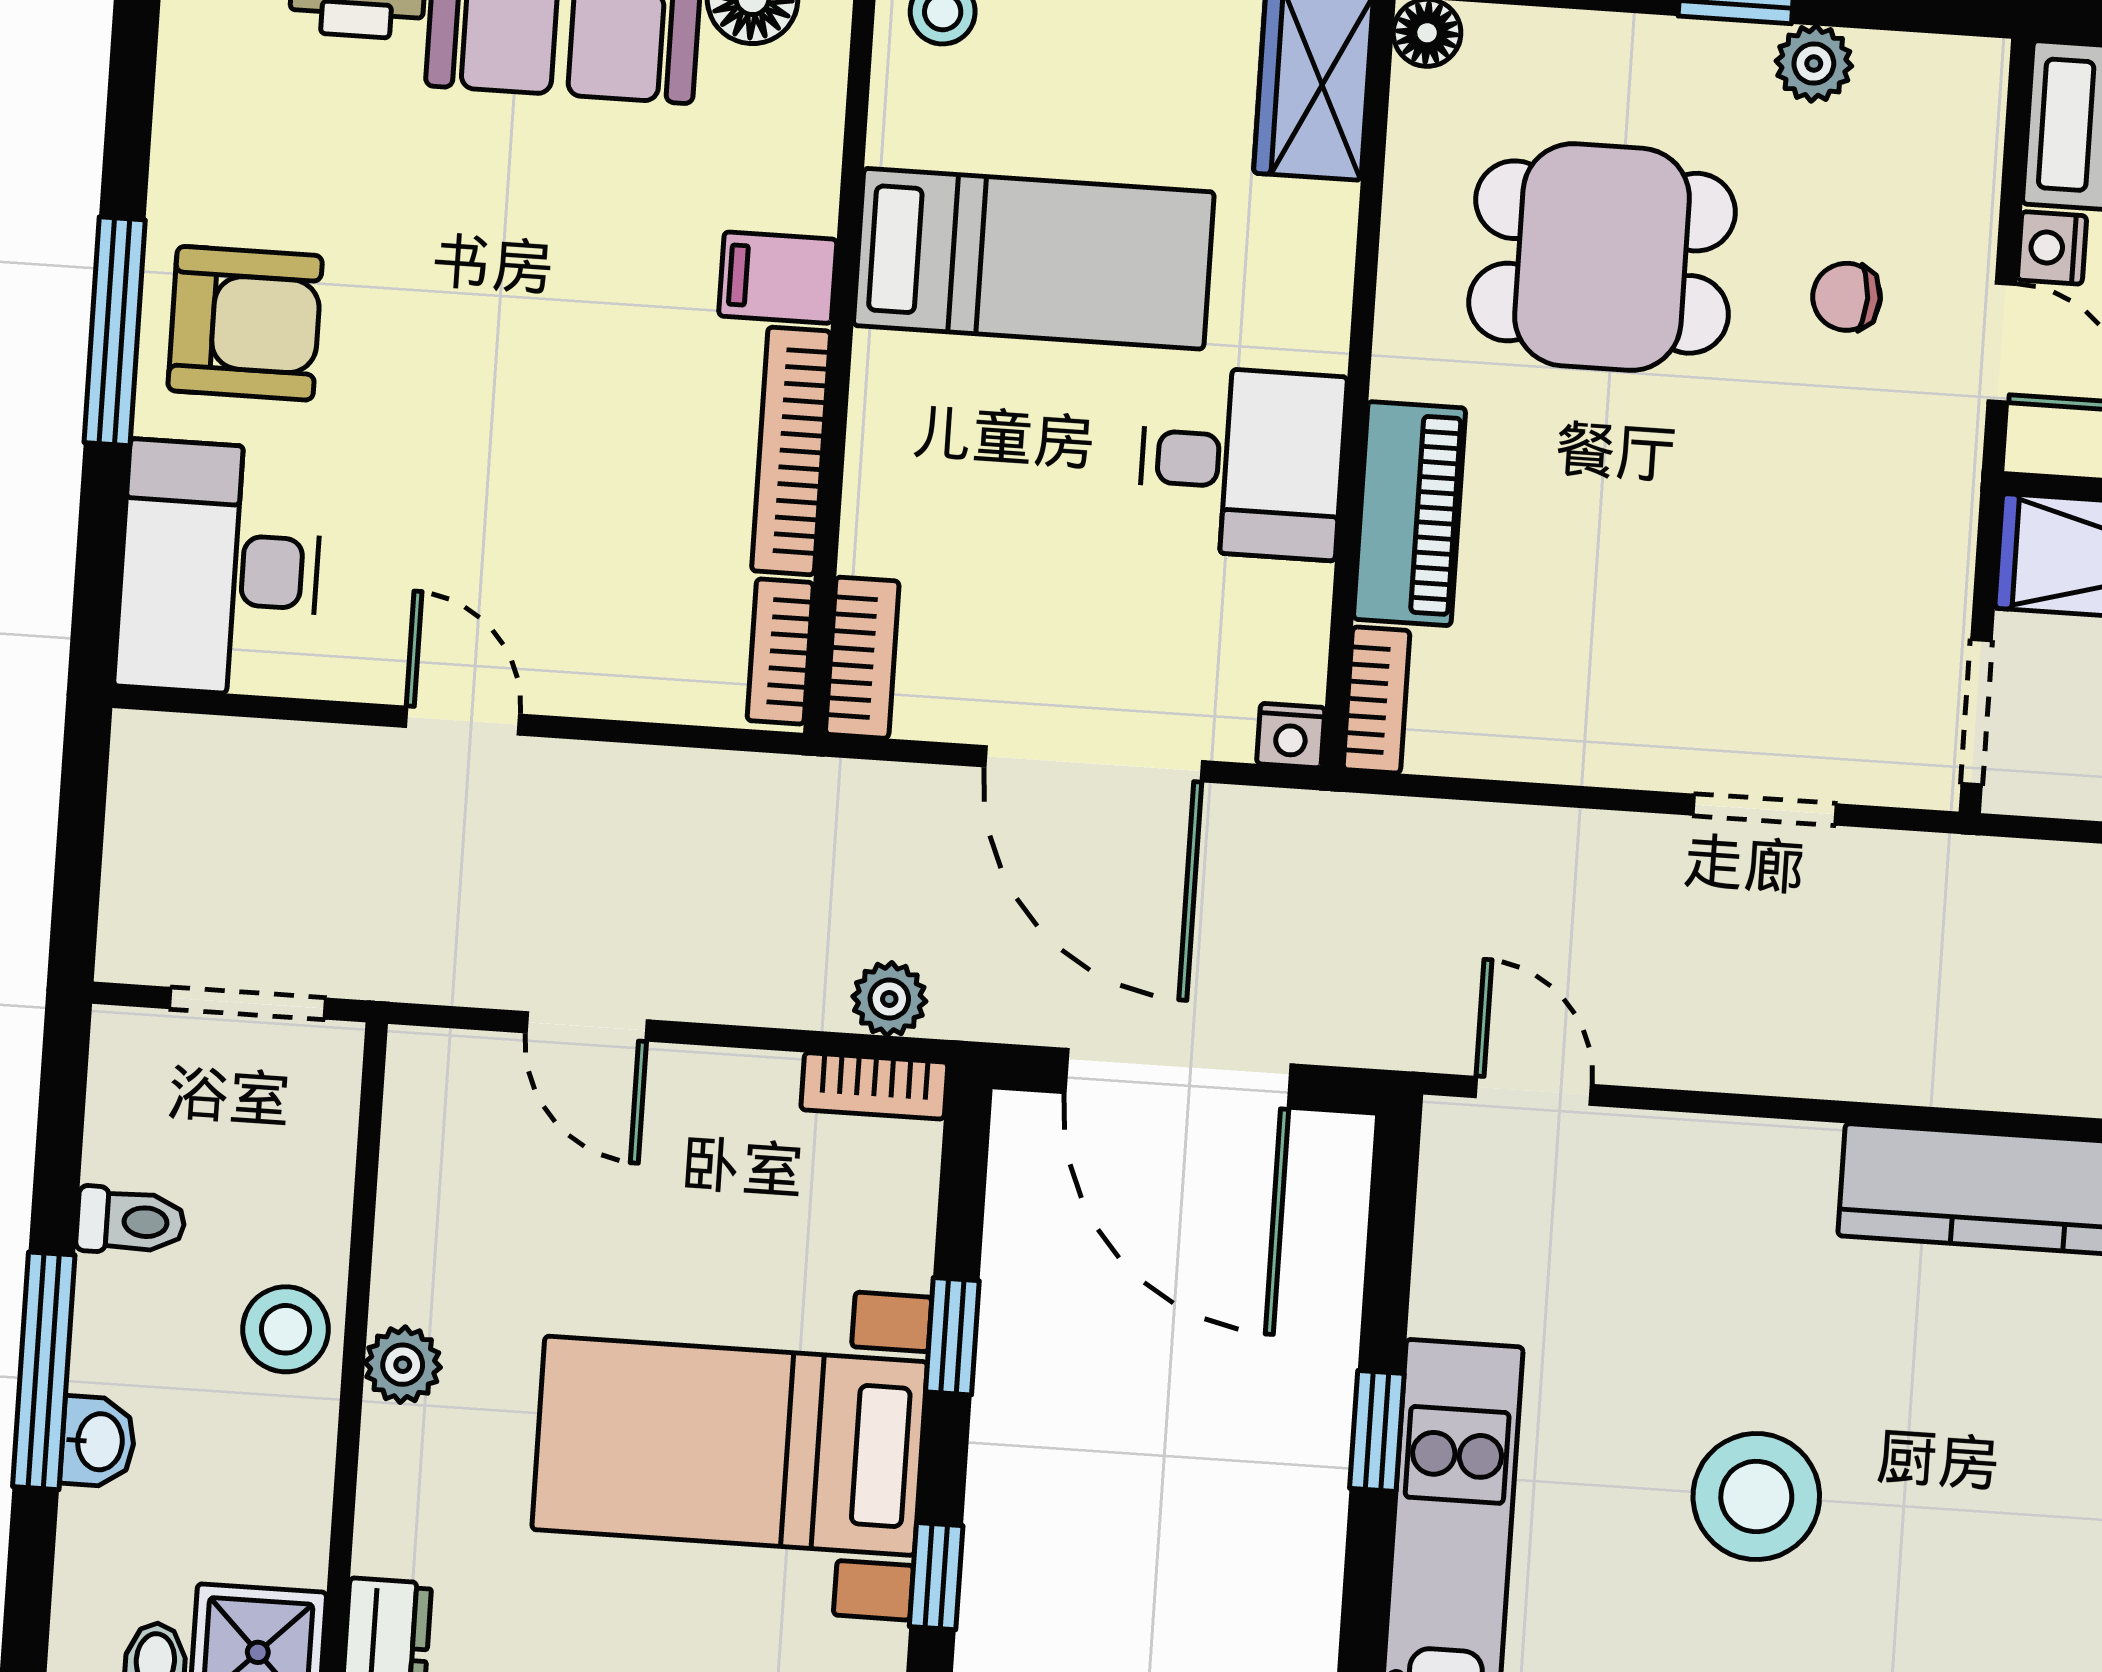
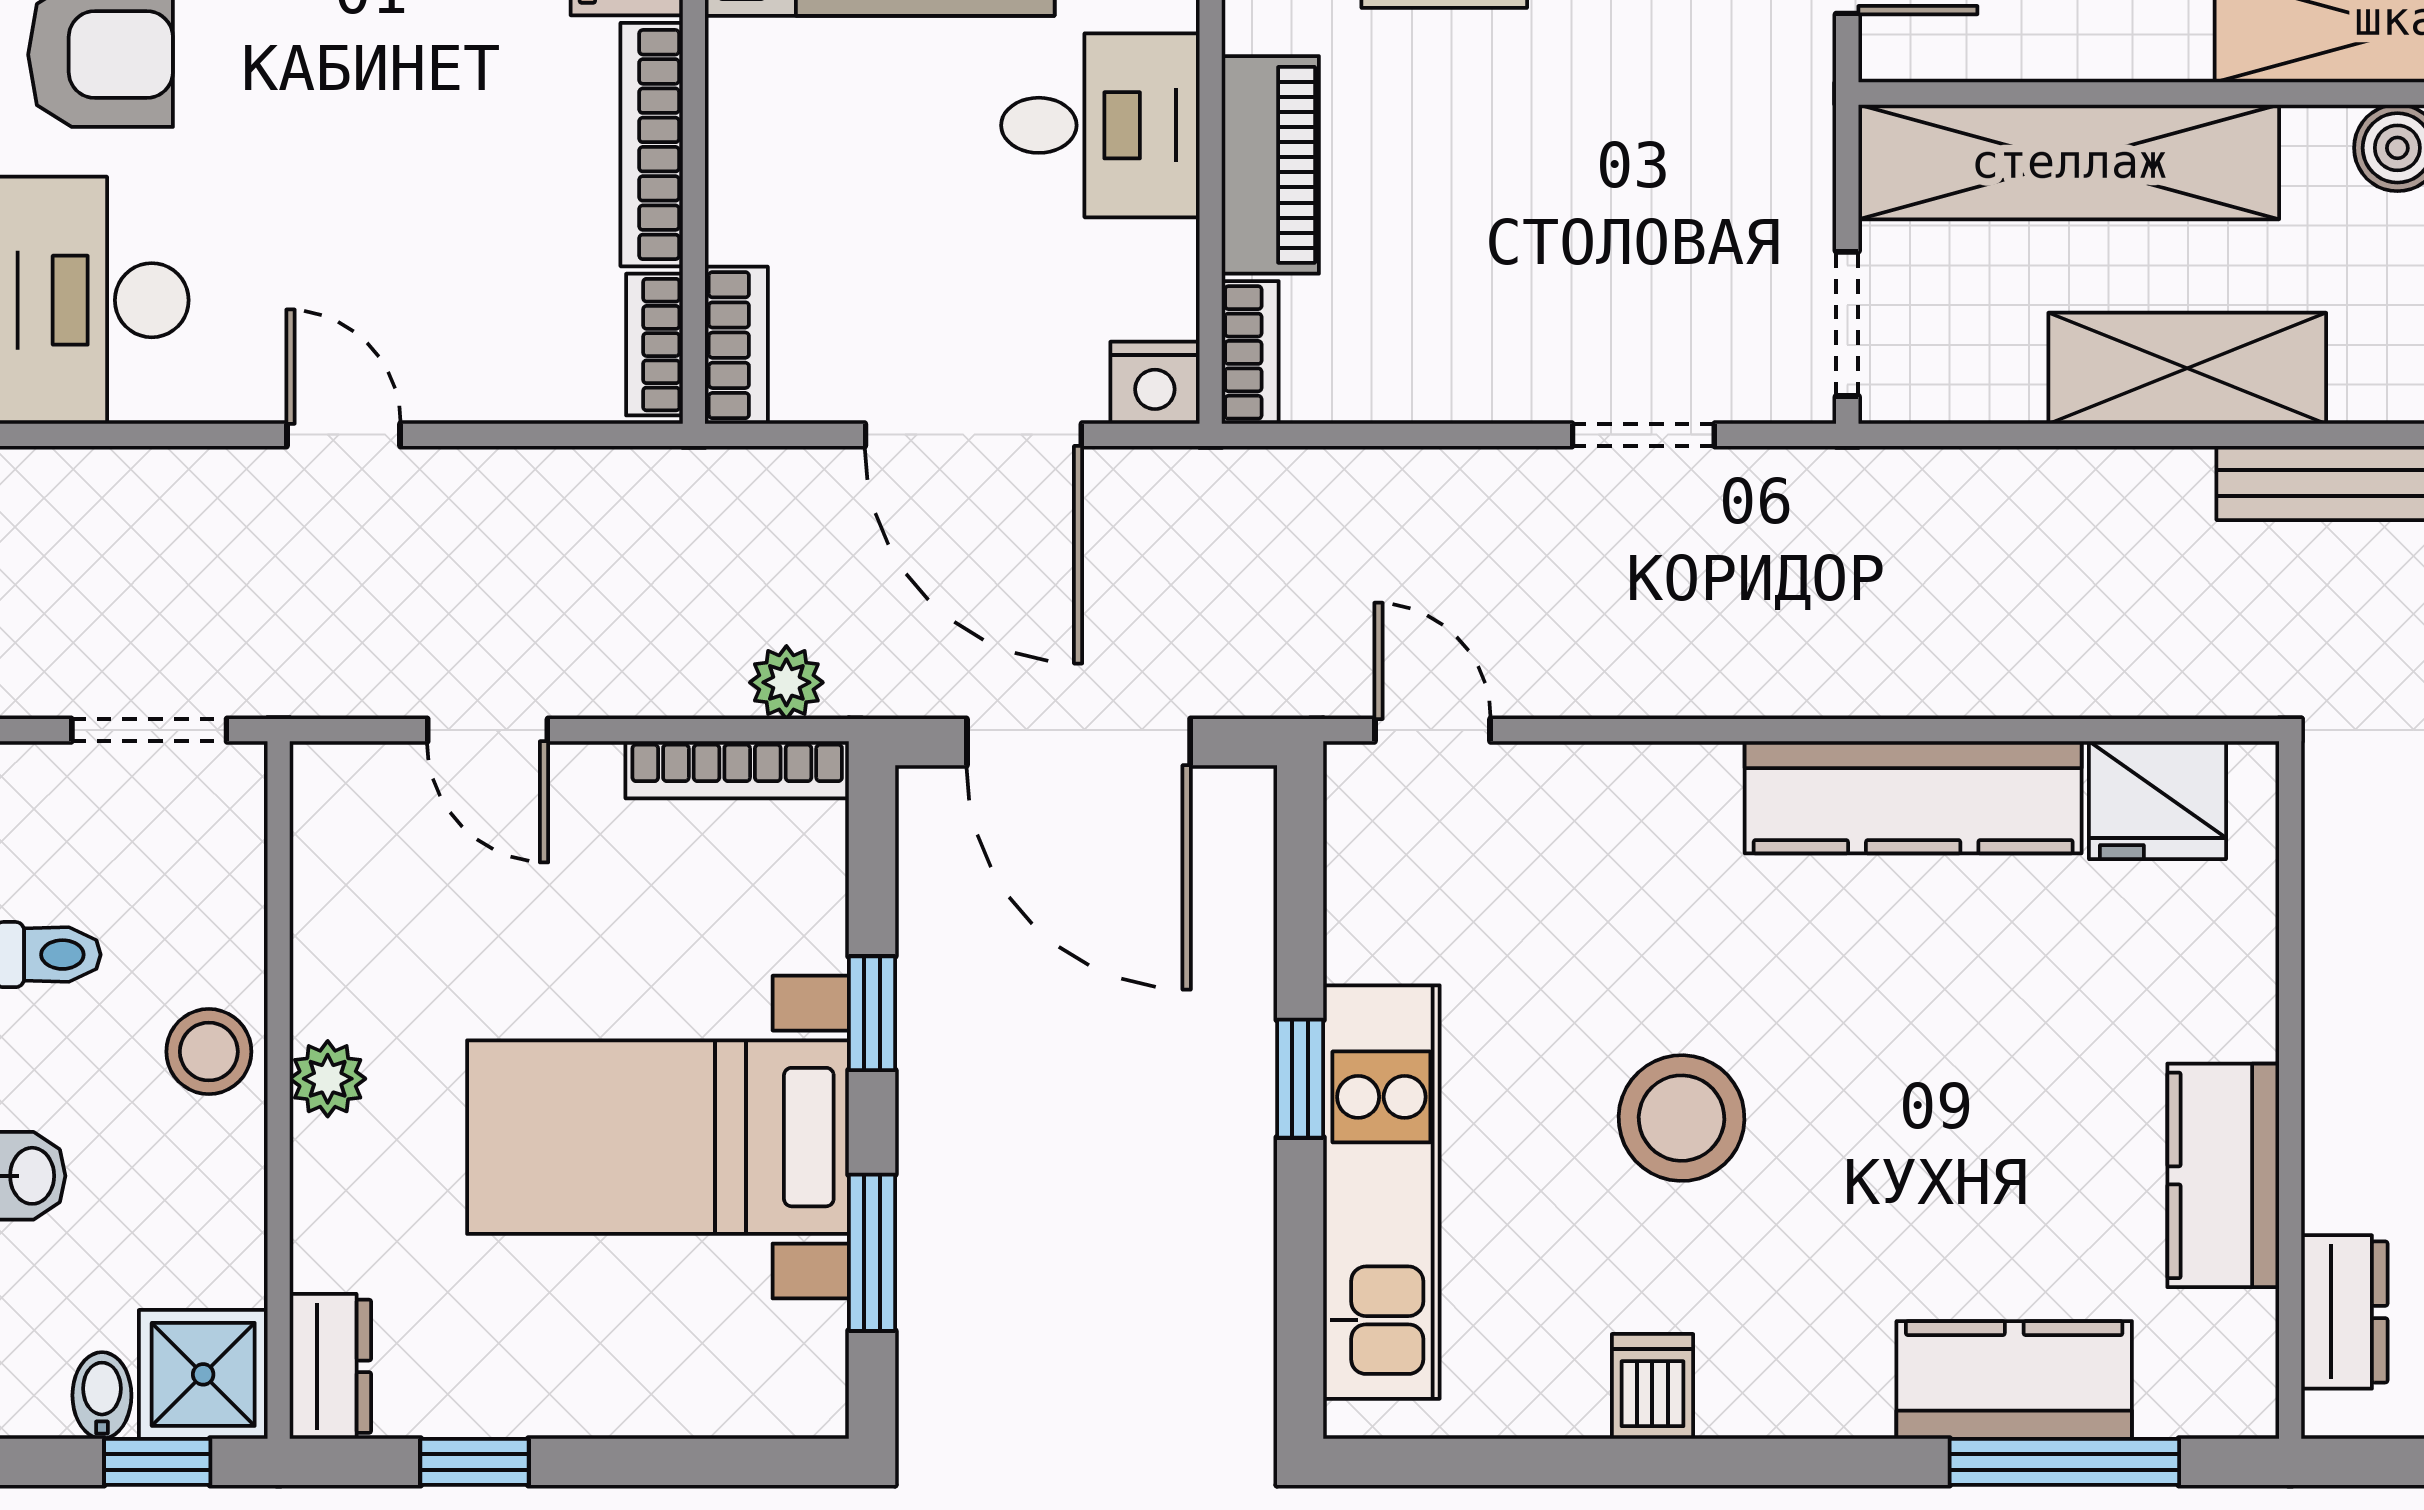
nightstand: (1291, 736) -> (1155, 383), width x1.39, depth x1.35
bookcase: (874, 1086) -> (737, 770), width x1.56
window: (936, 1576) -> (872, 1253), width x1.50

